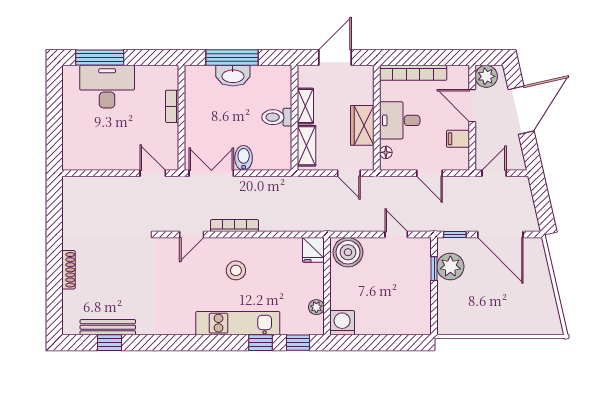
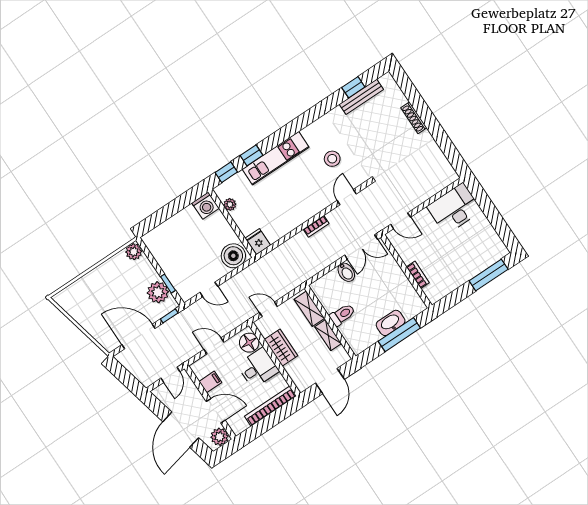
desk: (107, 87) -> (454, 209), moved, turned 180
floor lamp: (386, 152) -> (249, 343), width x1.89, depth x1.89
bookcase: (235, 226) -> (316, 226), width x0.64
stool: (236, 270) -> (332, 159), moved
plant: (447, 325) -> (134, 252), added

